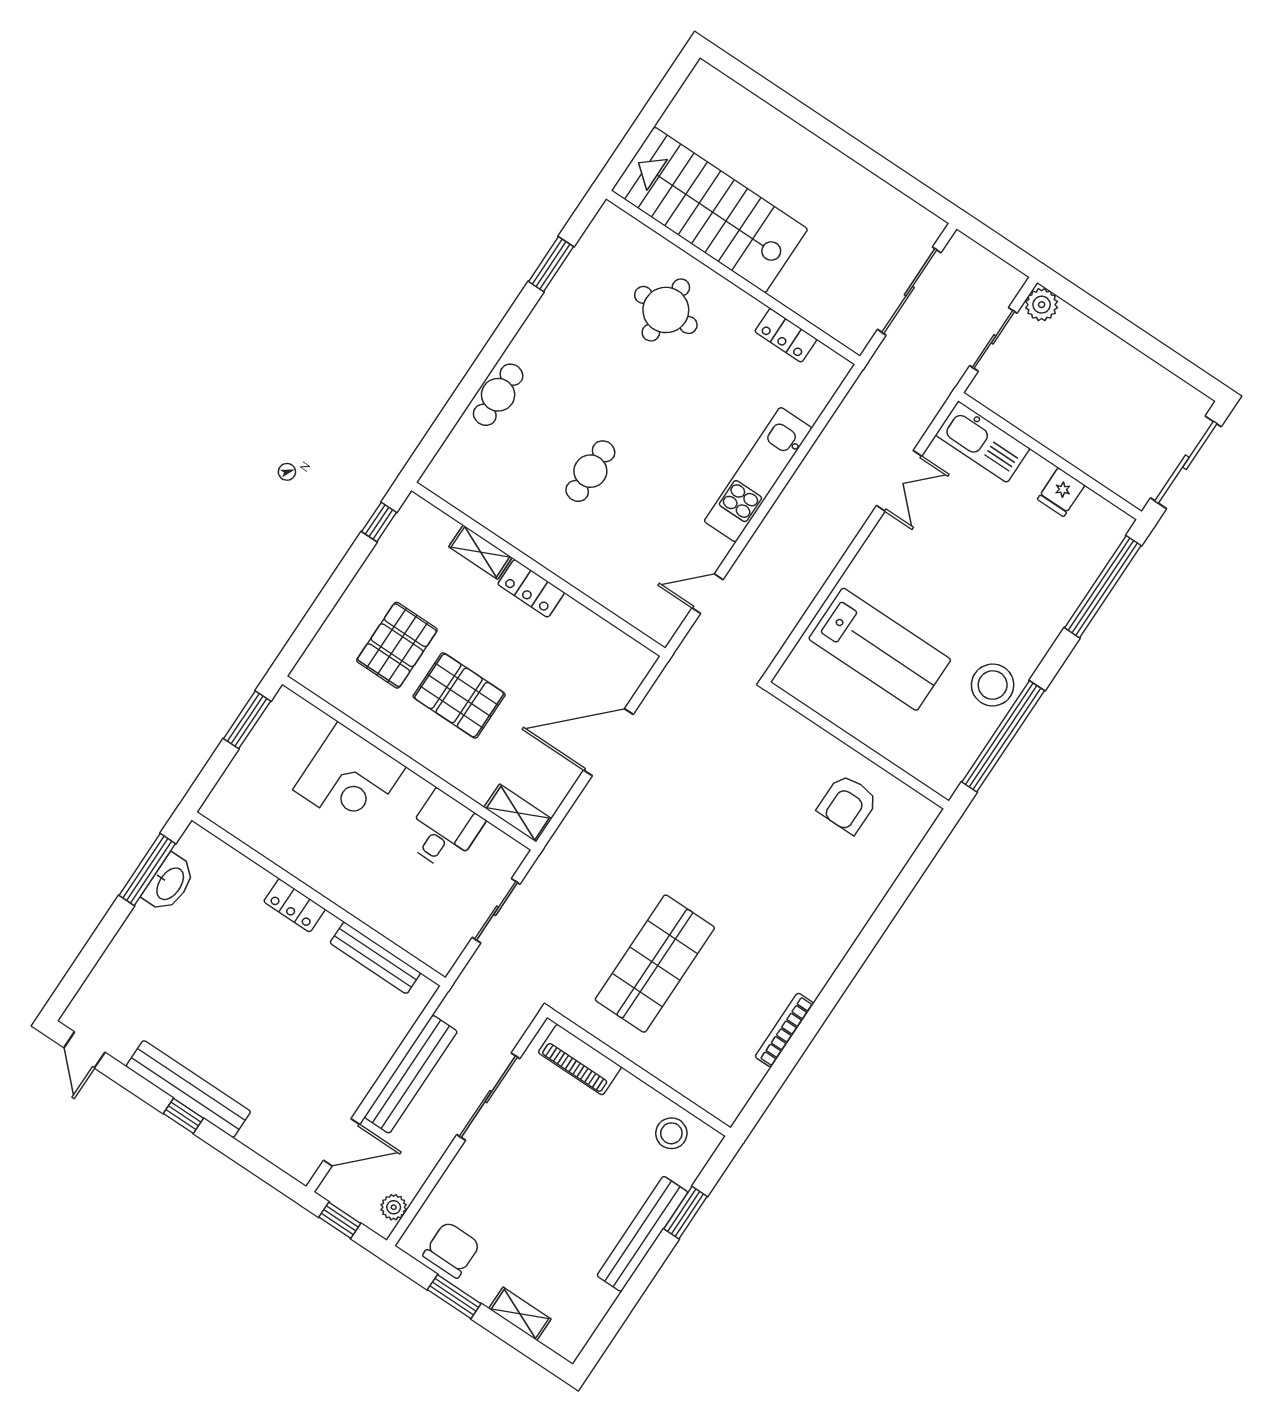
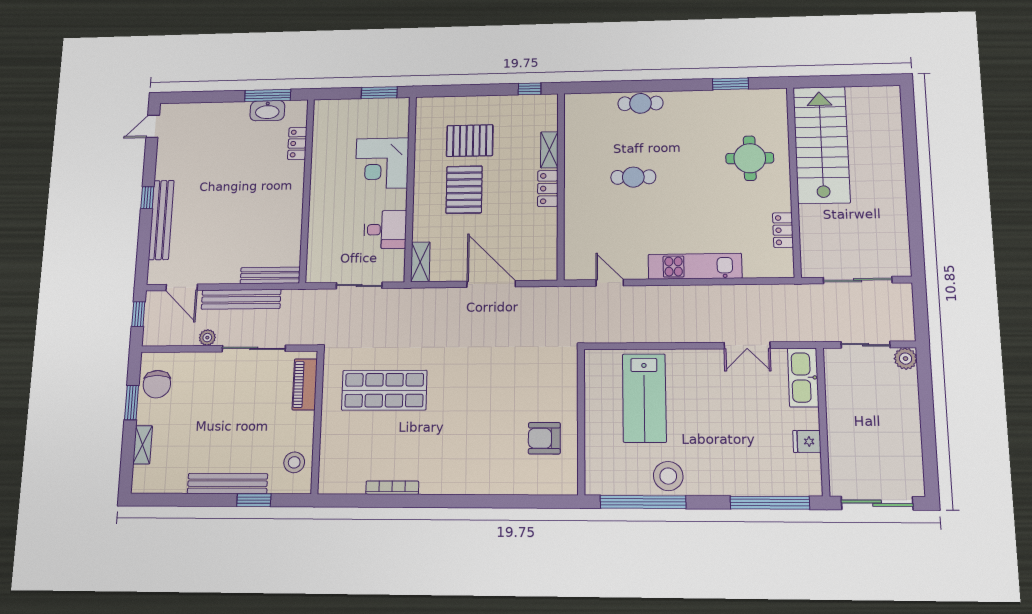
locker: (295, 905) -> (297, 143), moved
bench: (375, 958) -> (270, 275), moved, turned 90
bench: (188, 1089) -> (161, 220), moved
plant: (394, 1207) -> (207, 338), moved
chair: (452, 1250) -> (157, 384), turned 90

